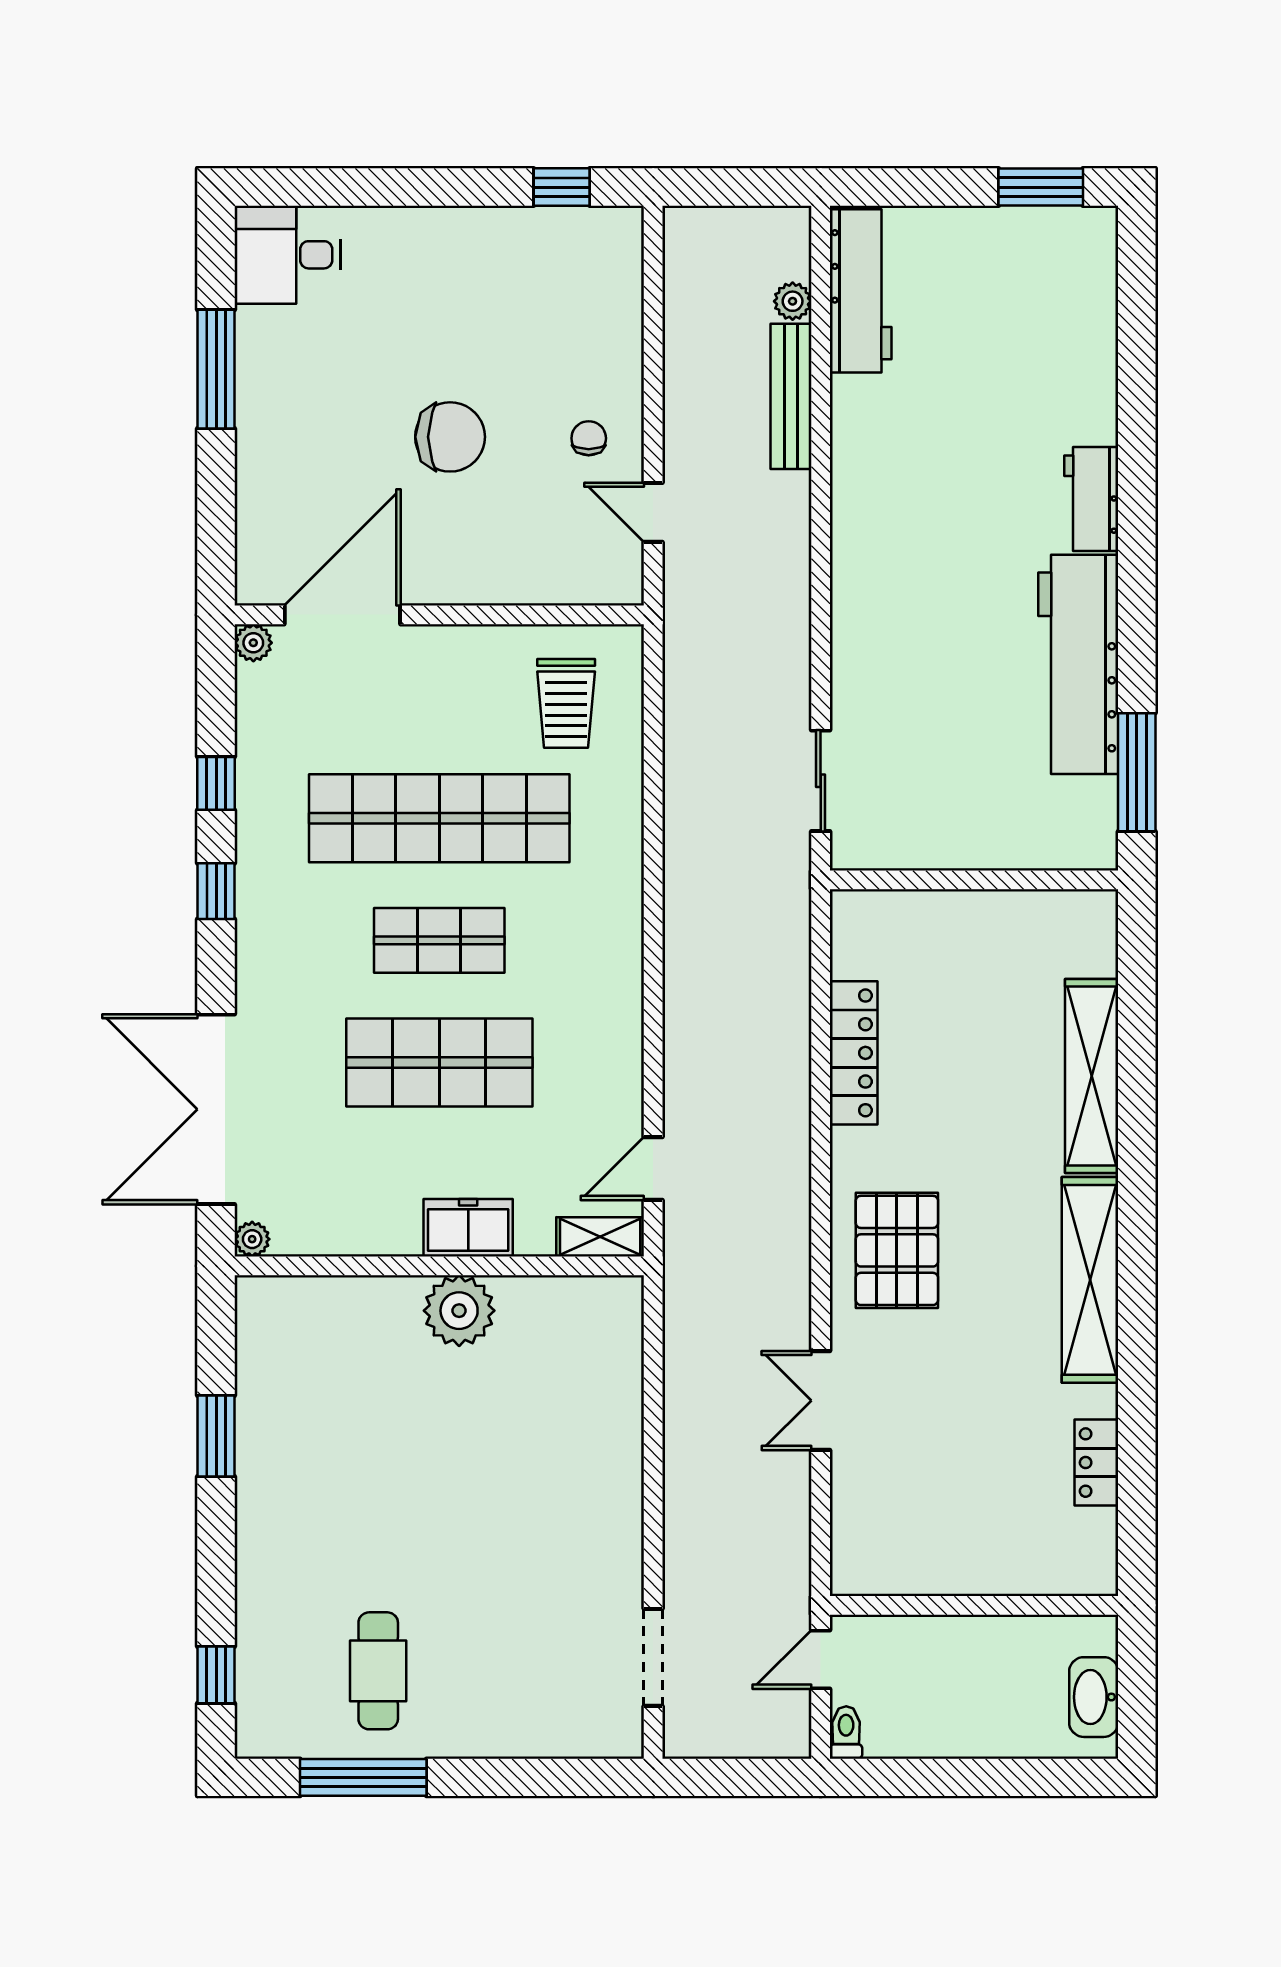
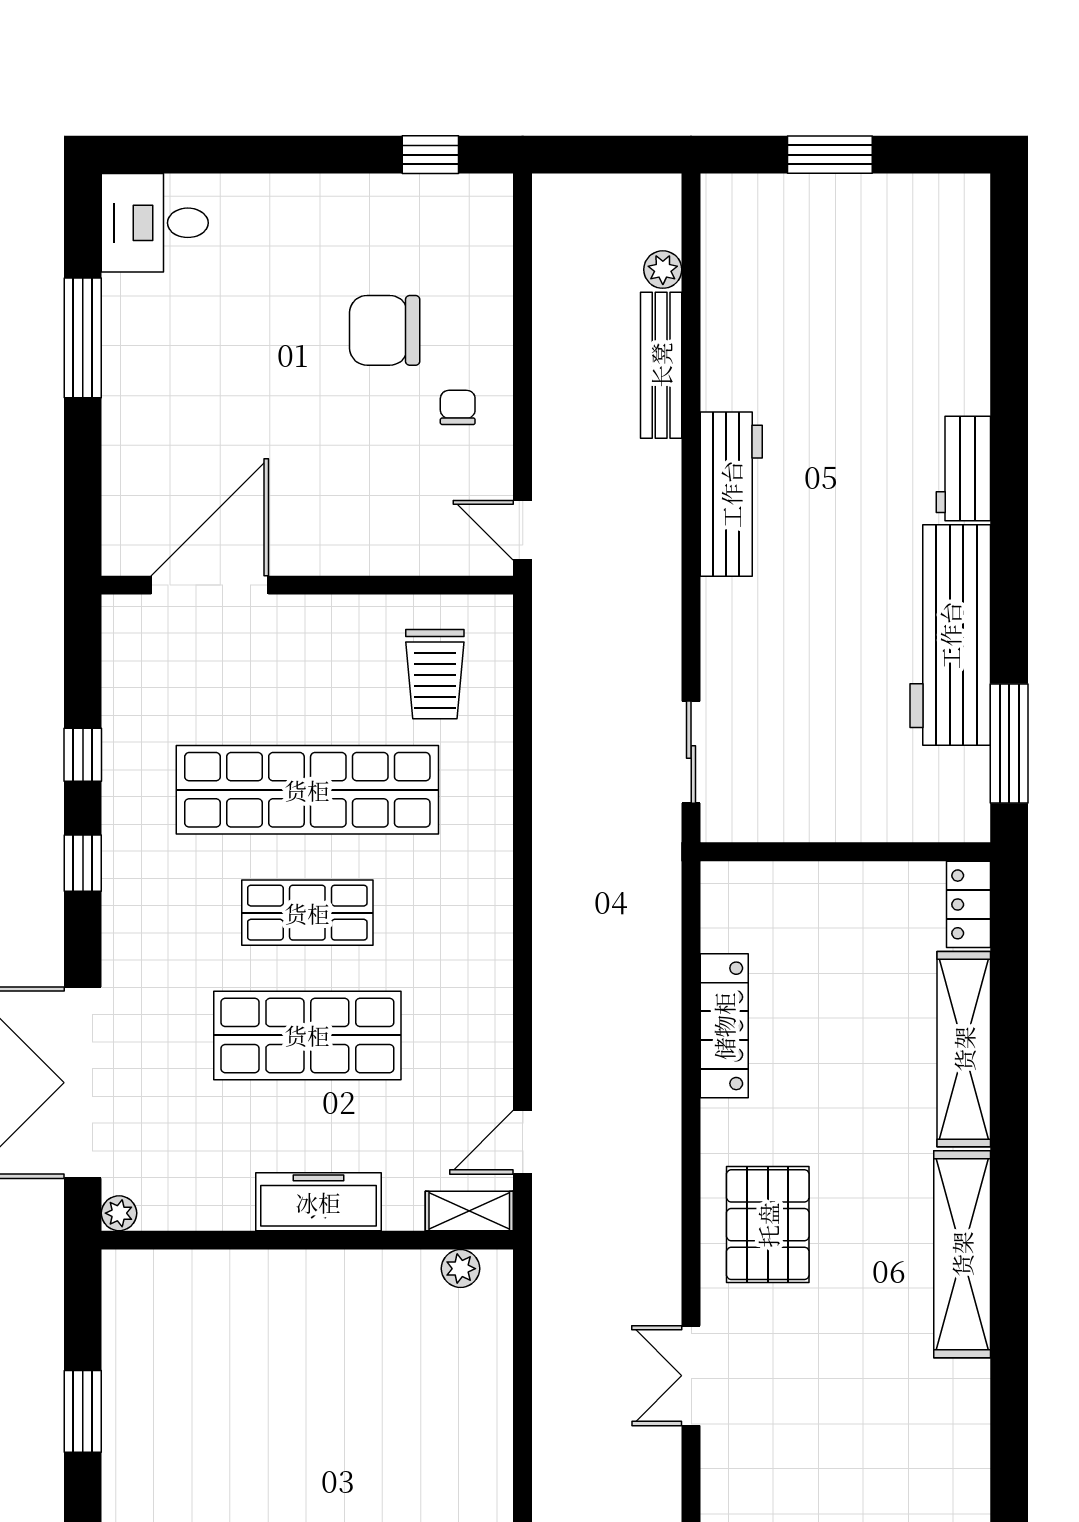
window: (1041, 187) -> (830, 155), moved
workbench: (861, 291) -> (731, 494), moved
chair: (450, 437) -> (385, 330), moved, turned 180
door: (653, 512) -> (523, 530), moved
plant: (253, 643) -> (120, 613), removed
freezer: (468, 1228) -> (318, 1202), width x1.40
plant: (459, 1311) -> (461, 1269), moved, width x0.53, depth x0.53
locker: (1096, 1463) -> (969, 904), moved

